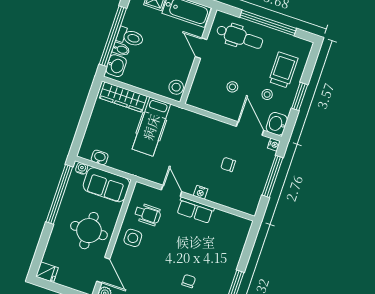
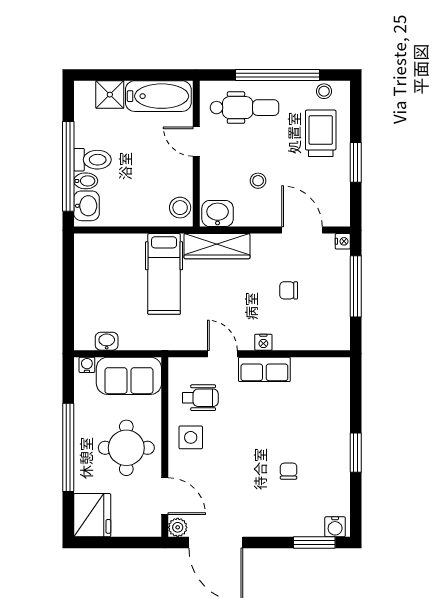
stool: (267, 94) -> (324, 91), moved
wardrobe: (123, 97) -> (217, 246), moved
washbasin: (277, 124) -> (218, 214), moved, turned 90
window: (59, 194) -> (68, 447), moved
fridge: (47, 272) -> (92, 515), width x1.88, depth x1.34

